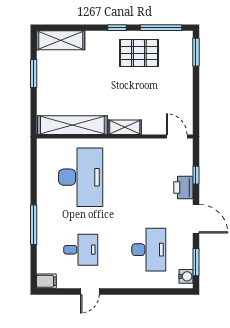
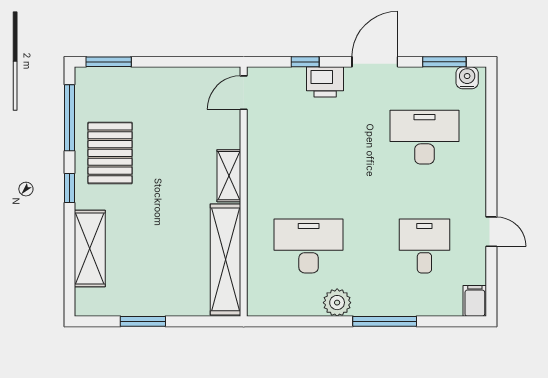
shelving: (61, 40) -> (90, 249), moved
desk: (81, 177) -> (309, 246), width x0.73, depth x0.77
plant: (45, 195) -> (337, 303), added

